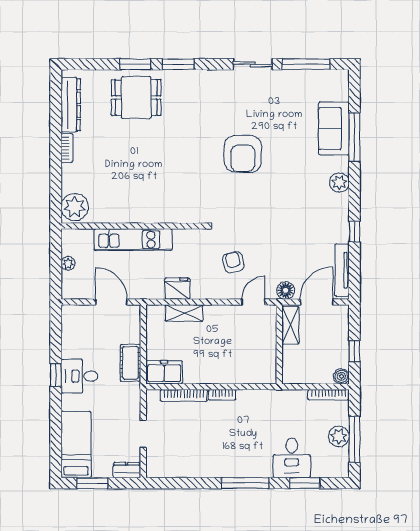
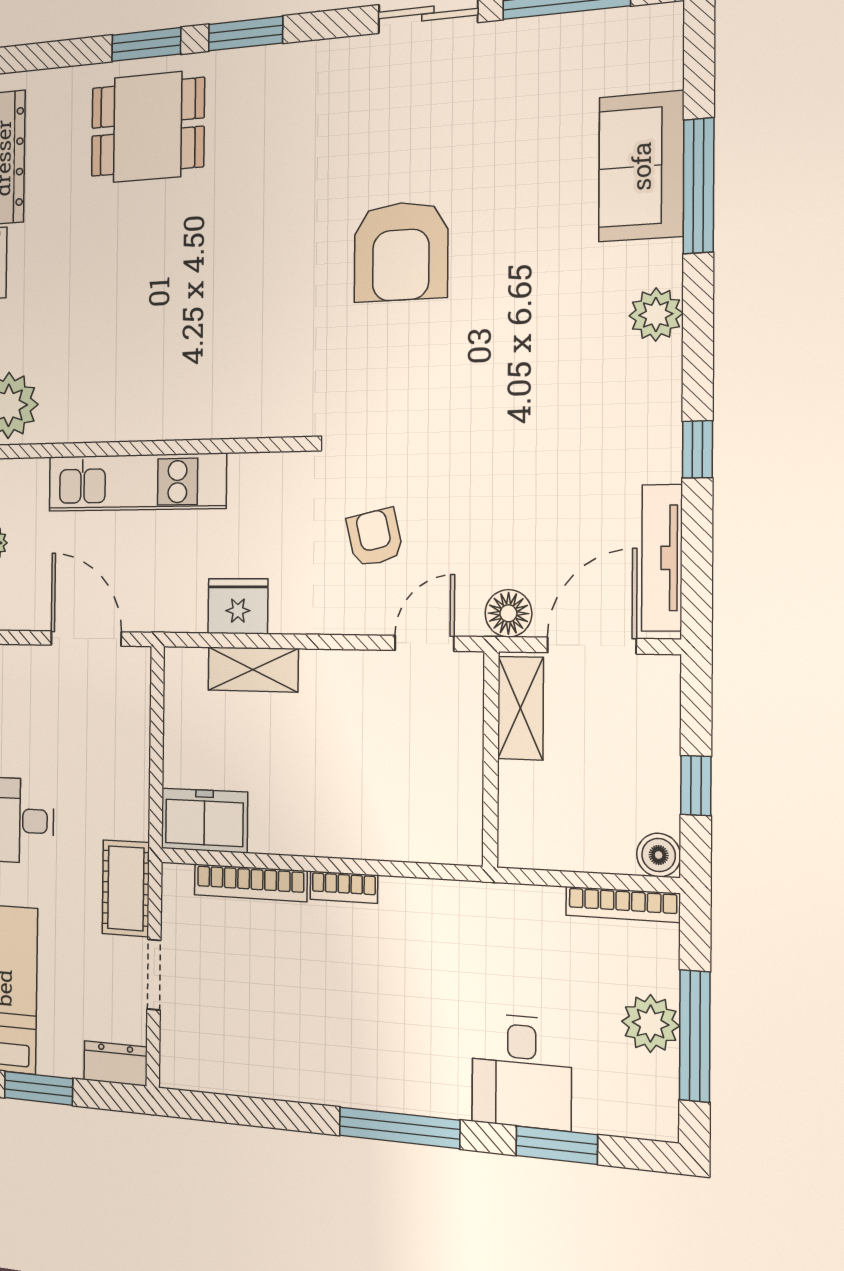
cot: (130, 363) -> (126, 888), moved

